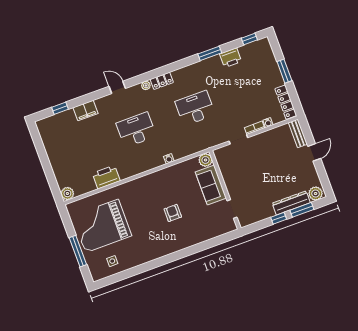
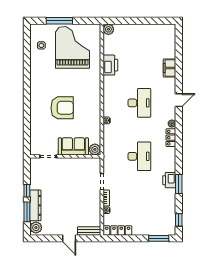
printer: (231, 58) -> (169, 180), moved
window: (284, 71) -> (159, 238), moved
window: (60, 108) -> (179, 48), removed
armchair: (173, 213) -> (62, 108), width x1.88, depth x1.88

